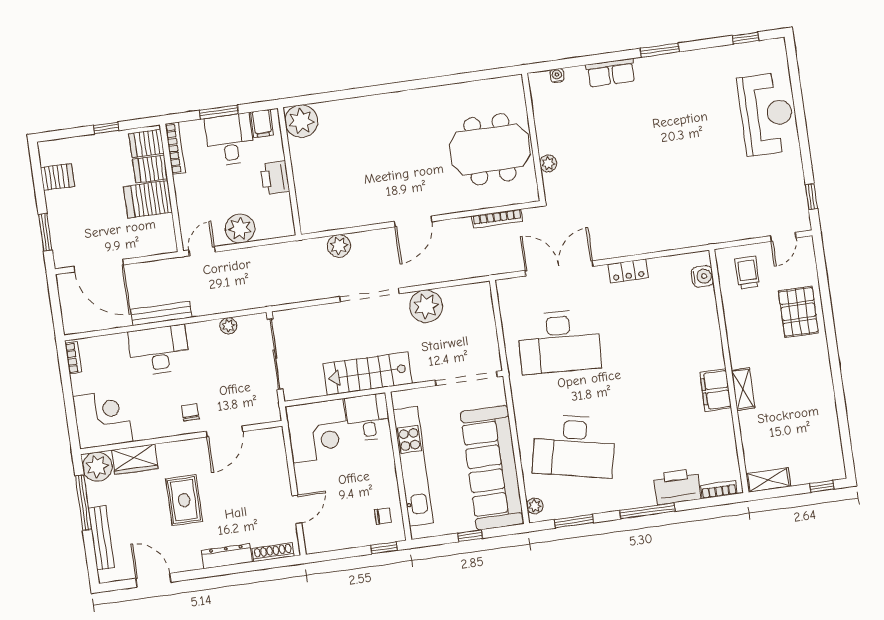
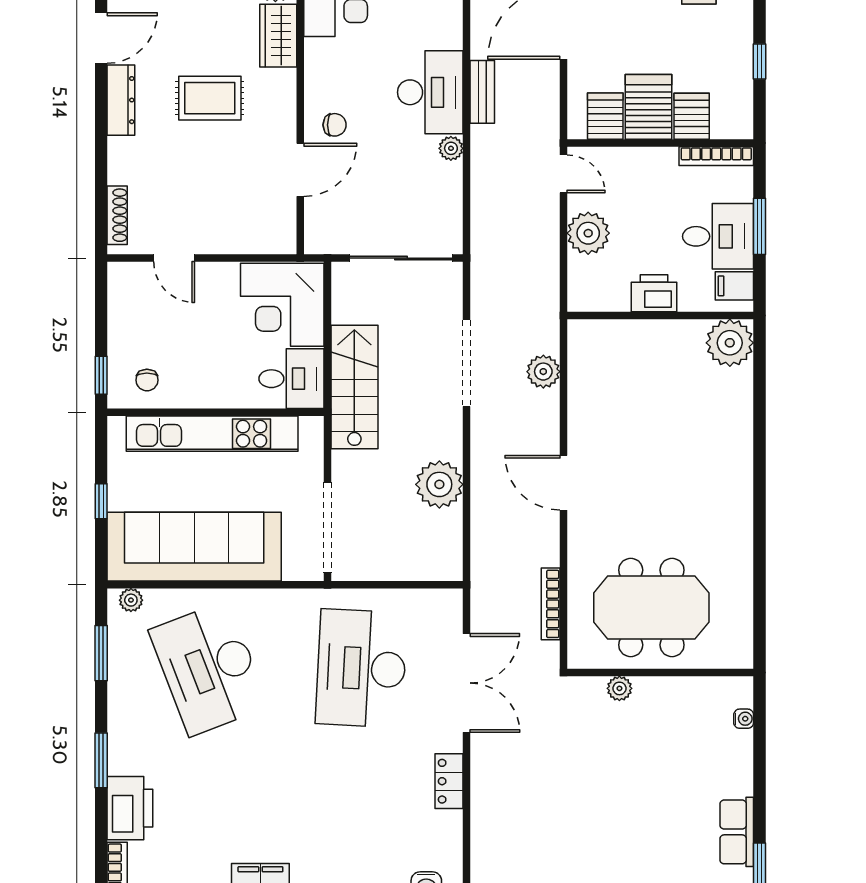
row of seats: (611, 73) -> (737, 832), moved
server rack: (146, 143) -> (605, 116), moved
meeting table: (490, 149) -> (651, 608), turned 90
doorway: (370, 295) -> (467, 363), moved
bench: (161, 313) -> (482, 92), width x0.73
plant: (228, 326) -> (451, 148), moved
door: (224, 431) -> (300, 170), swing flipped
desk: (574, 446) -> (209, 668), turned -33
window: (647, 511) -> (101, 760), width x0.69
dresser: (227, 556) -> (121, 100), moved

